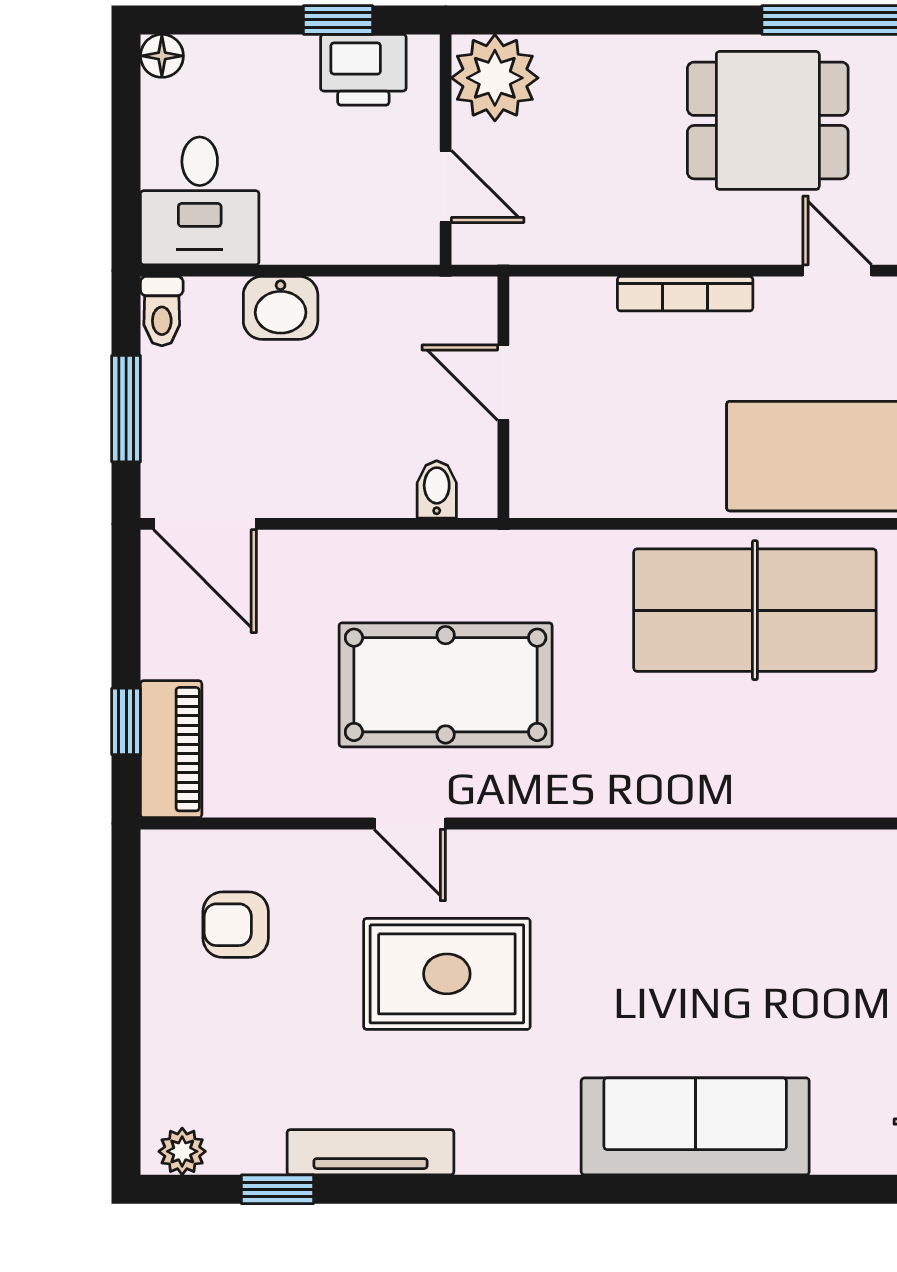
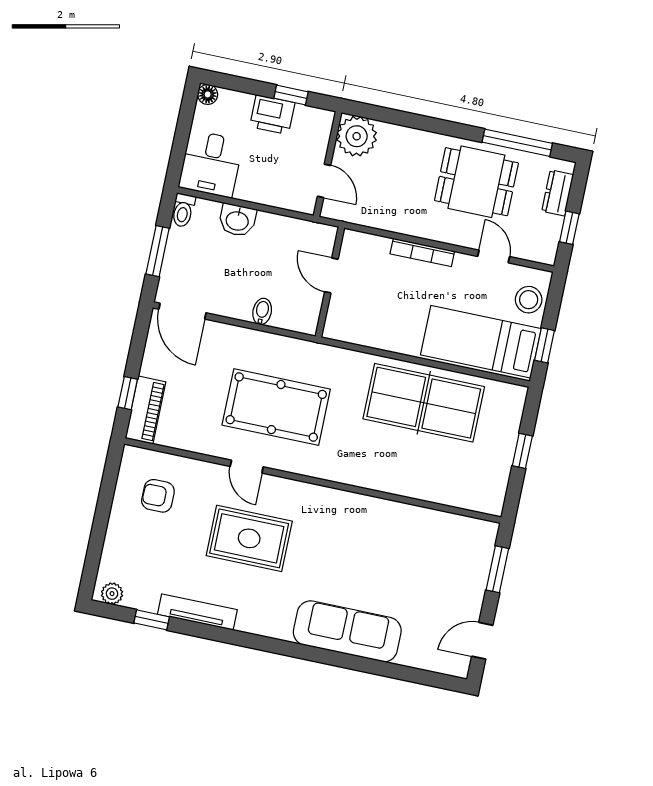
printer: (363, 70) -> (272, 115), moved
bidet: (437, 489) -> (262, 311), moved

